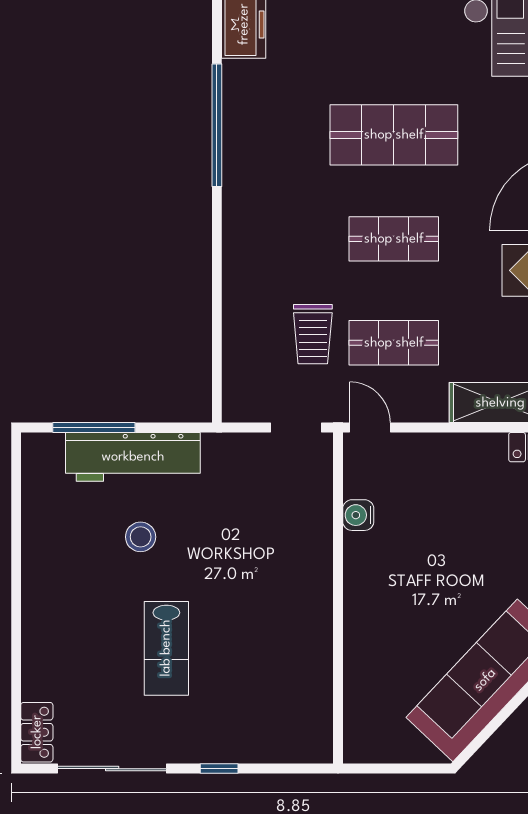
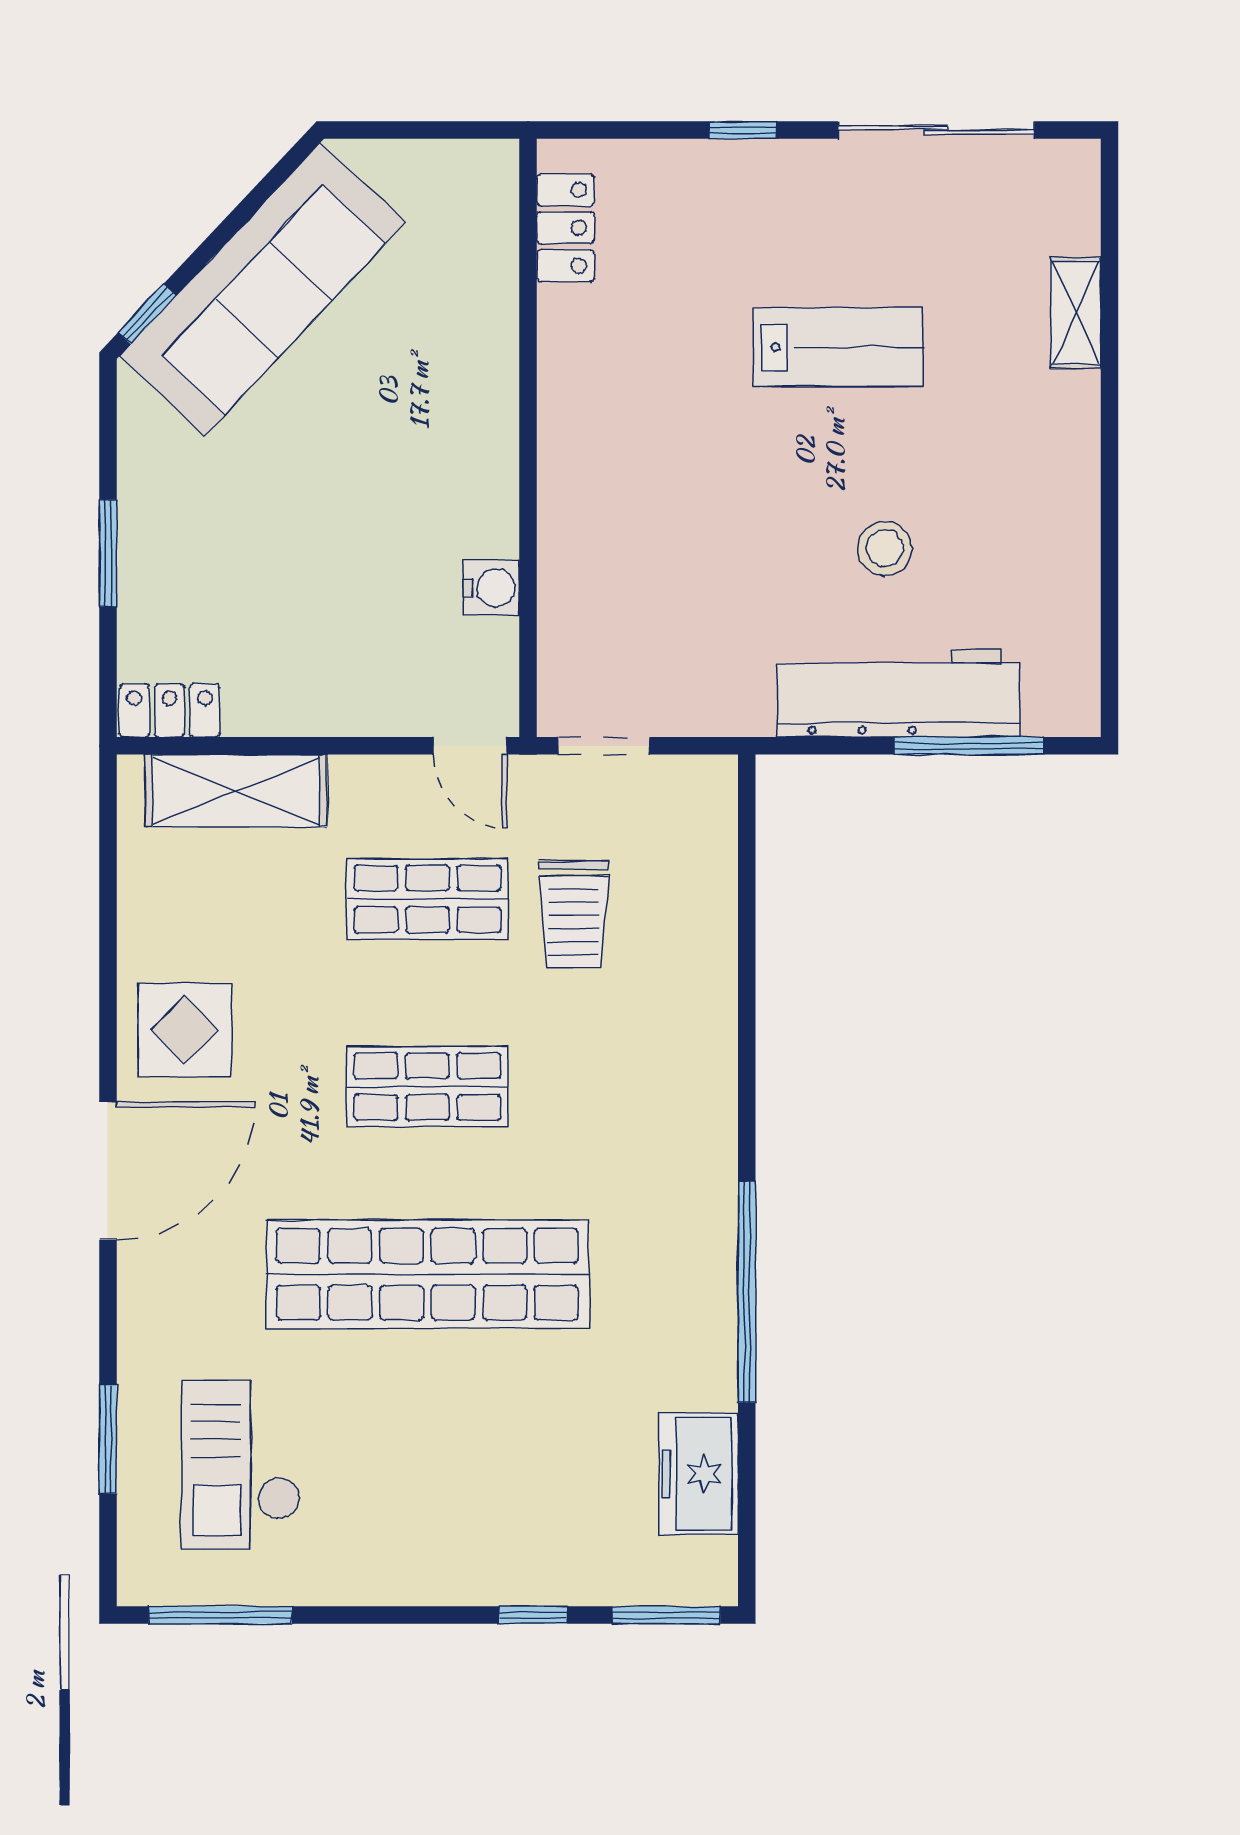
shop shelf: (394, 135) -> (427, 1274), width x1.40
trolley: (313, 334) -> (574, 914), turned 180
lab bench: (166, 648) -> (838, 347), turned 90
shelving: (35, 667) -> (1076, 313), added
locker: (37, 732) -> (565, 228), moved, turned 180

